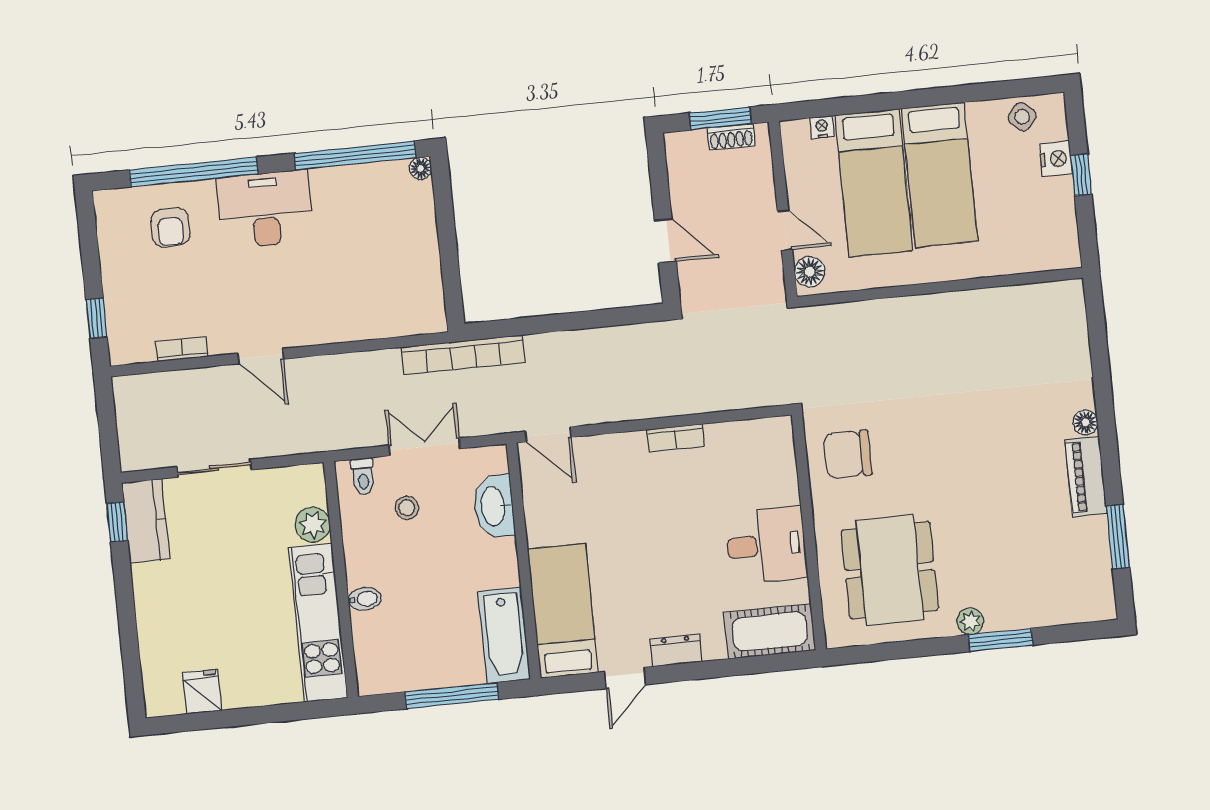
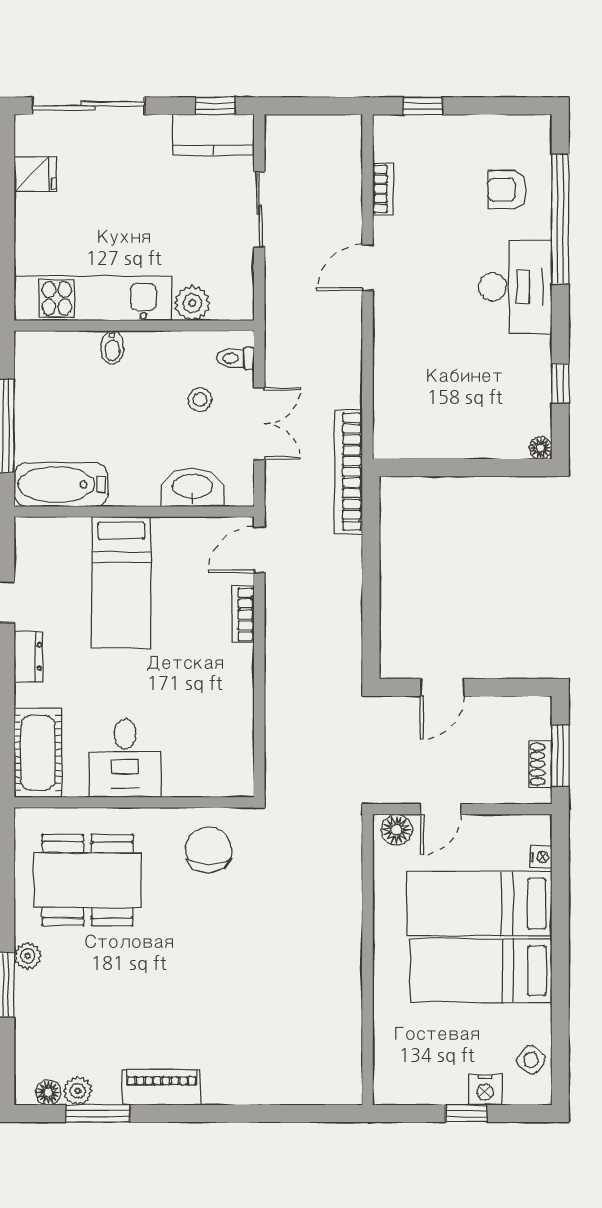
window: (355, 156) -> (560, 383), width x0.32
floor lamp: (1085, 422) -> (48, 1092), moved
bookcase: (676, 438) -> (243, 614), moved
plant: (1098, 559) -> (78, 1091), added
bed: (563, 611) -> (121, 582), moved, turned 90
sliding door: (130, 646) -> (88, 106), added

